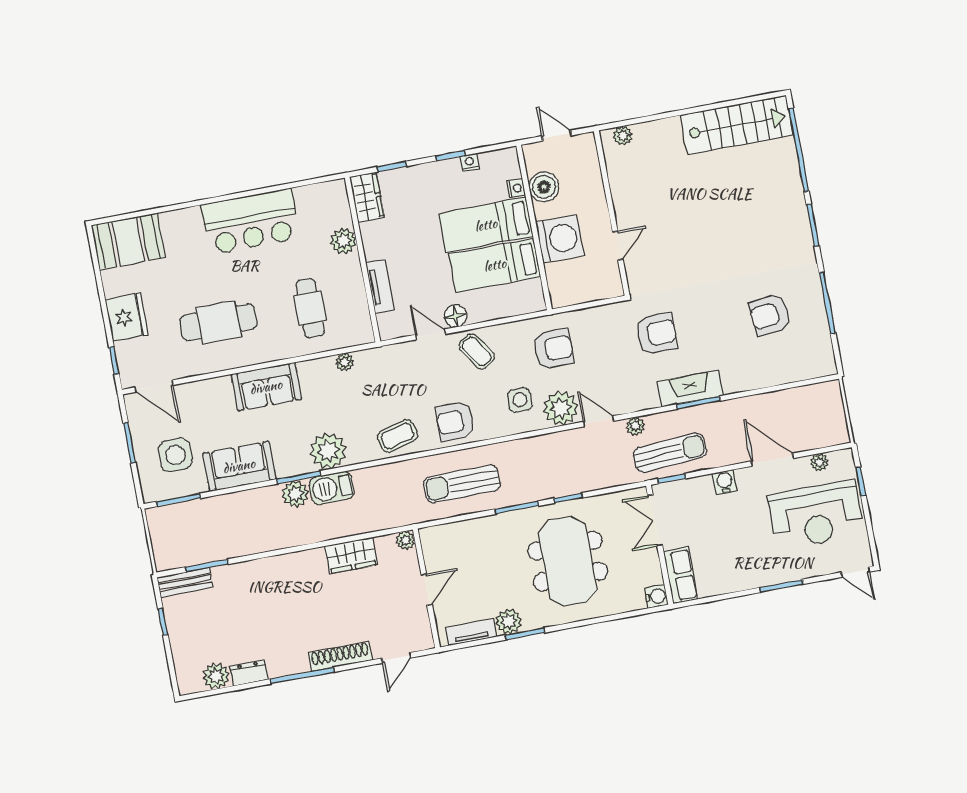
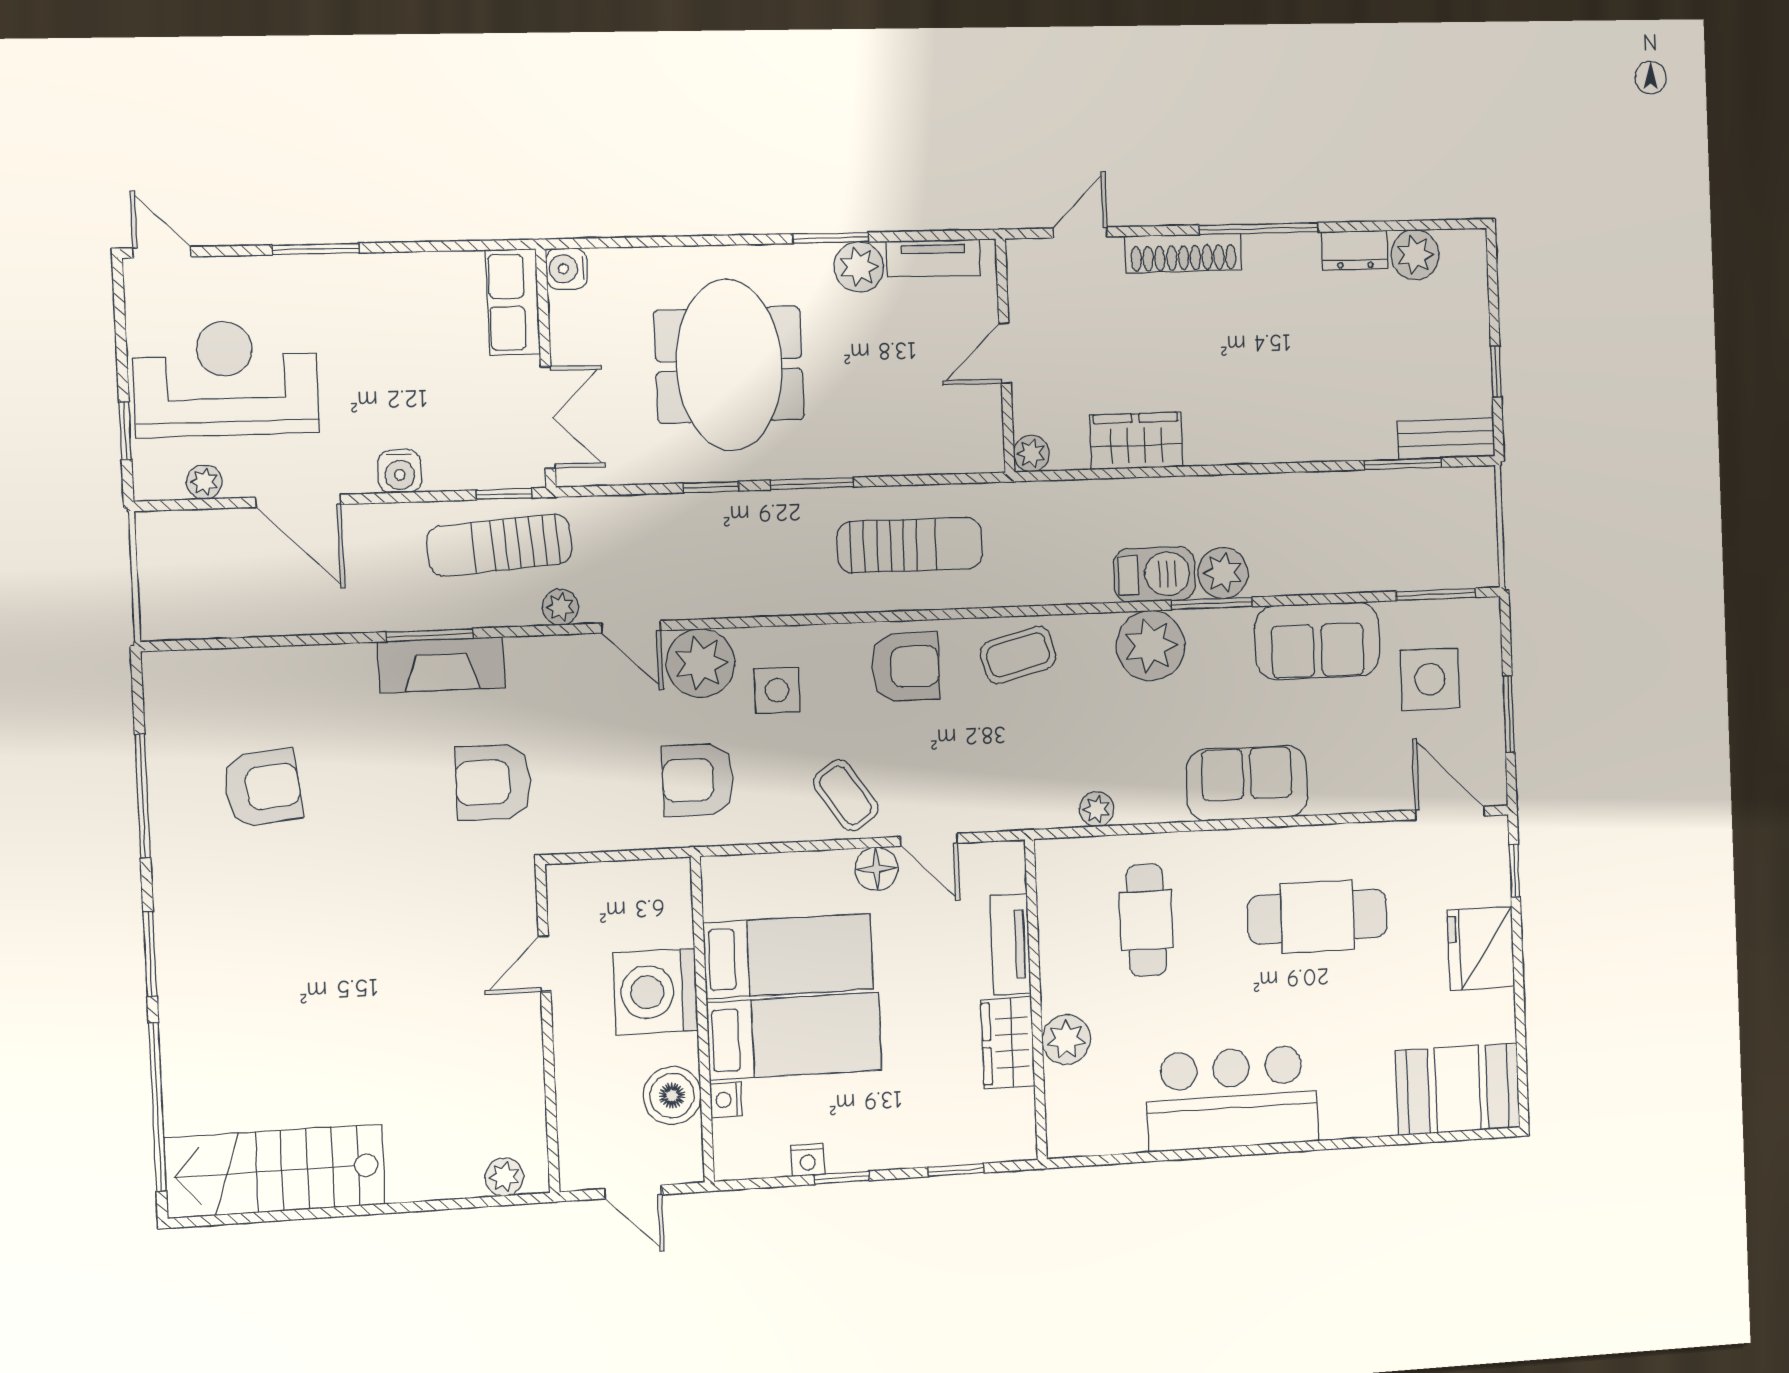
wardrobe: (367, 197) -> (1008, 1043), moved

